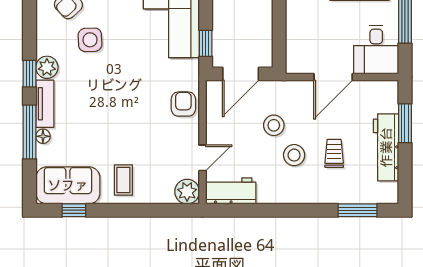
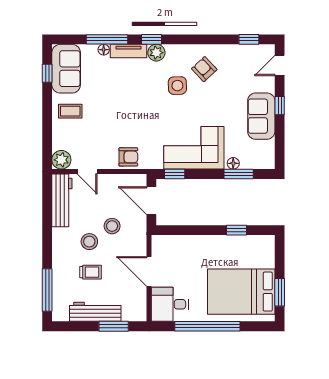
workbench: (231, 191) -> (62, 200), width x1.38
window: (357, 210) -> (47, 290), width x1.44

